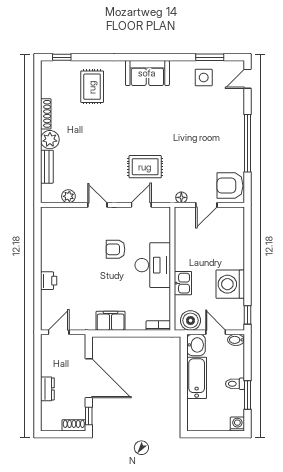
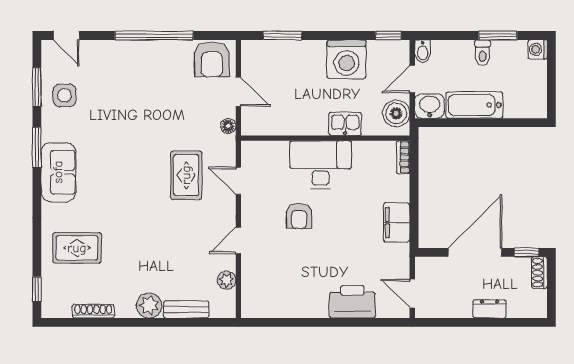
window: (166, 57) -> (37, 147), added
shoe rack: (46, 114) -> (93, 311), moved
window: (248, 237) -> (283, 36), added
printer: (49, 281) -> (352, 302), width x1.87, depth x1.48

